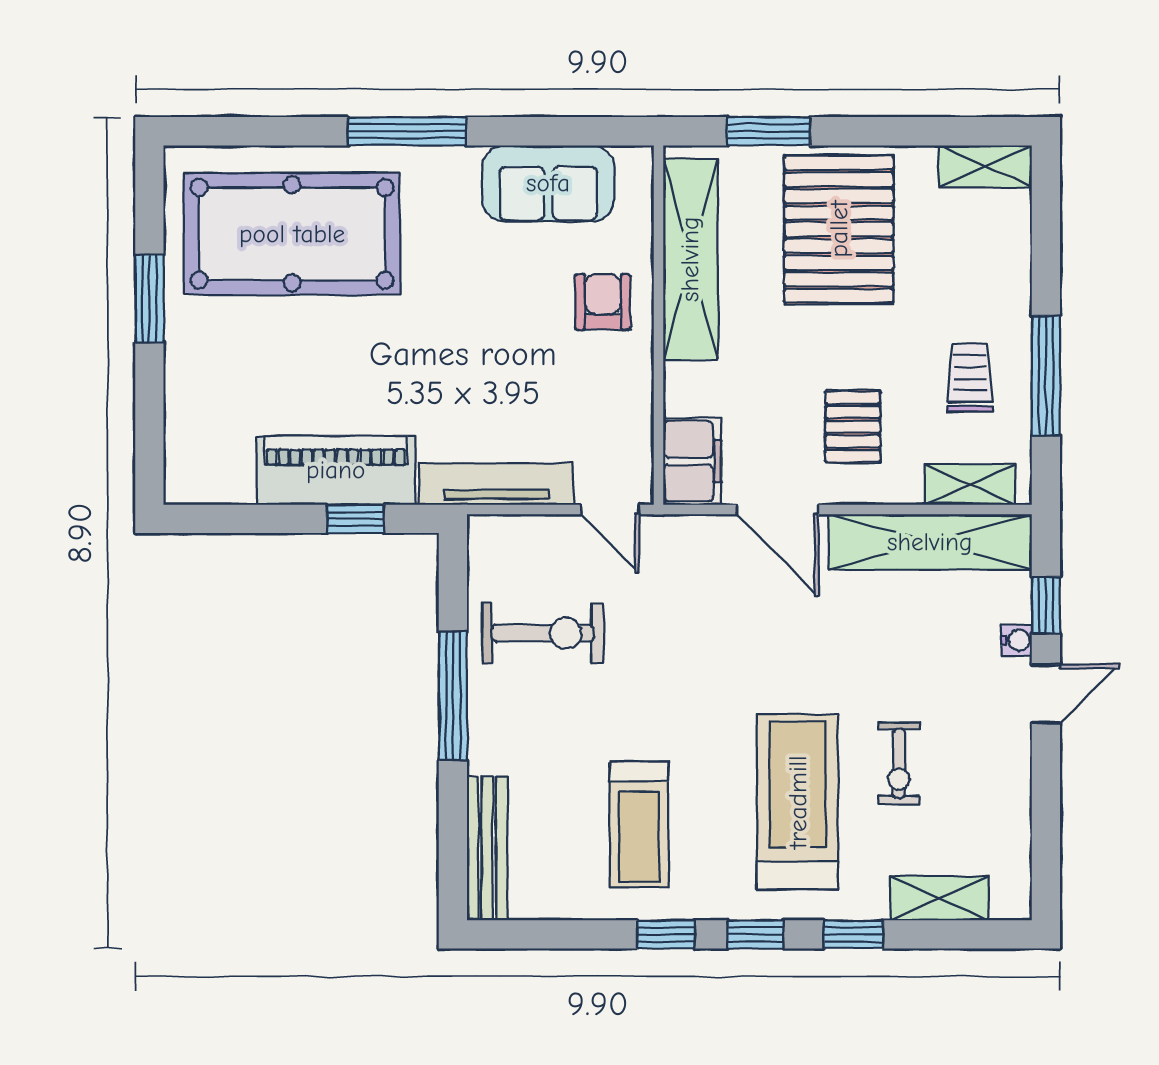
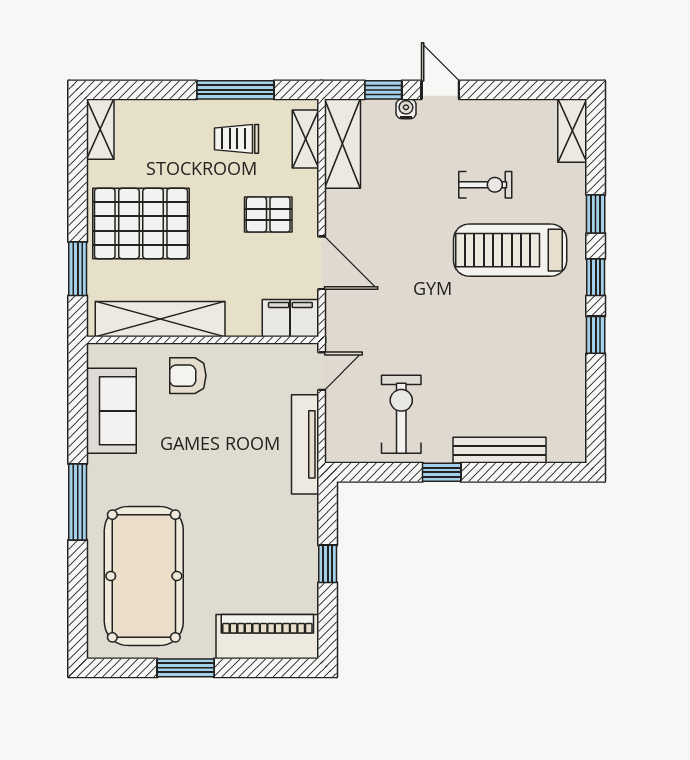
piano: (336, 470) -> (267, 637), moved, turned 90
door: (778, 509) -> (322, 263), hinge flipped
window: (355, 519) -> (328, 564), moved
shelving: (930, 542) -> (342, 144), width x0.68
window: (453, 696) -> (442, 472), width x0.46
treadmill: (639, 824) -> (524, 352), removed
bench: (487, 848) -> (500, 450), moved
shelving: (940, 898) -> (572, 131), moved

